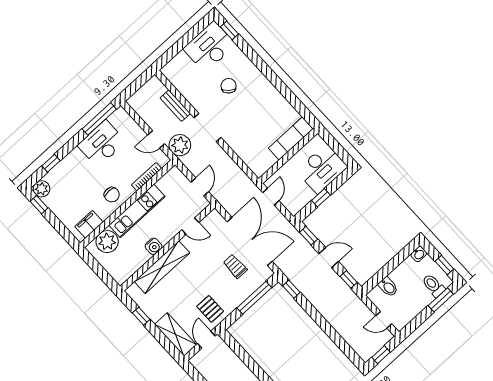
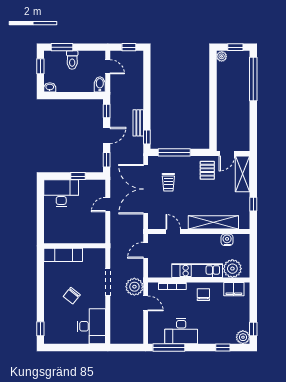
desk: (209, 47) -> (92, 326), moved, turned -90
bench: (175, 106) -> (138, 123), moved
exam couch: (291, 138) -> (63, 255), moved
wall: (288, 156) -> (75, 246), moved
water cooler: (154, 246) -> (227, 240), moved
door: (329, 258) -> (107, 135), swing flipped
toilet: (433, 285) -> (72, 60), moved
bidet: (388, 287) -> (100, 84), moved

